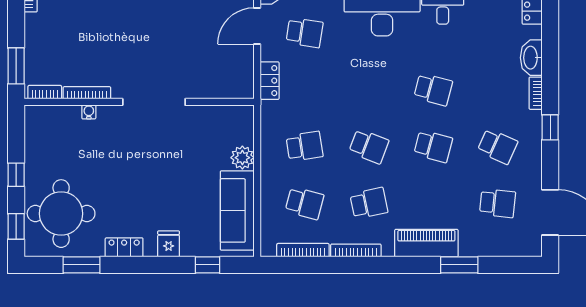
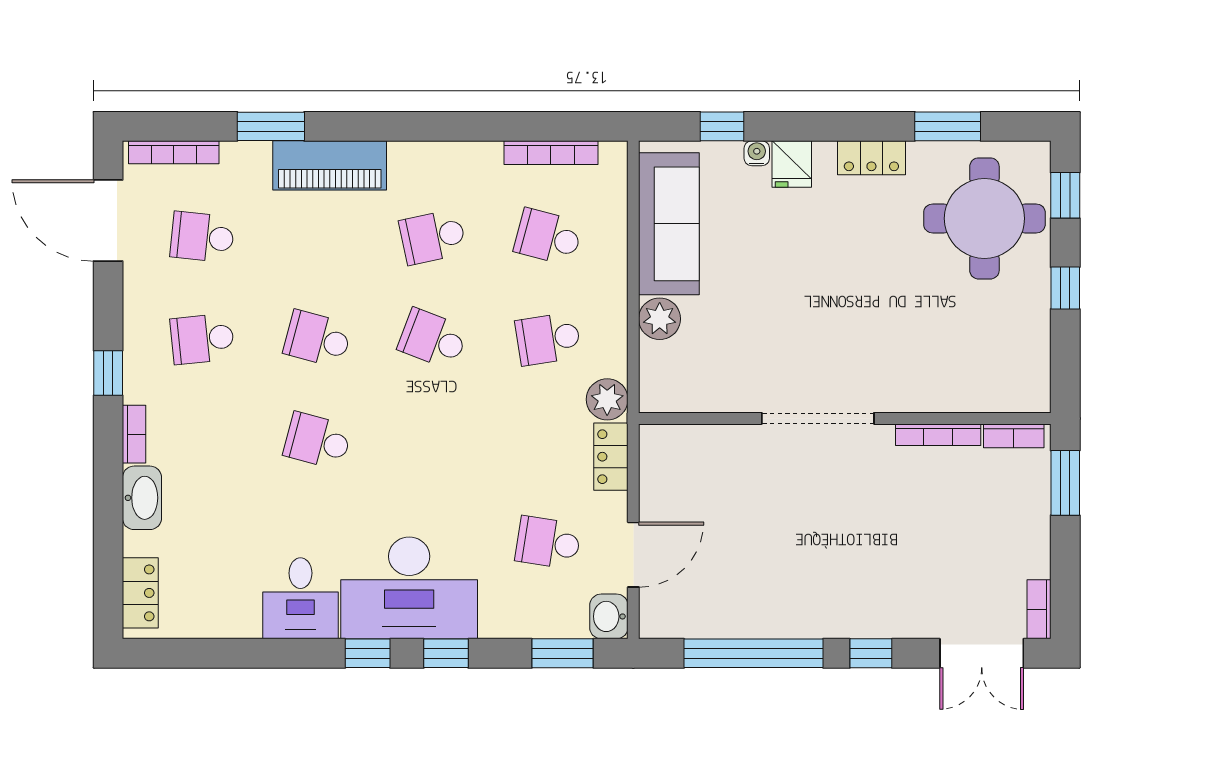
water cooler: (89, 112) -> (757, 153), moved, turned 180
plant: (272, 113) -> (607, 399), added
school desk: (497, 146) -> (202, 339), turned -30
bookcase: (356, 250) -> (174, 152), moved

